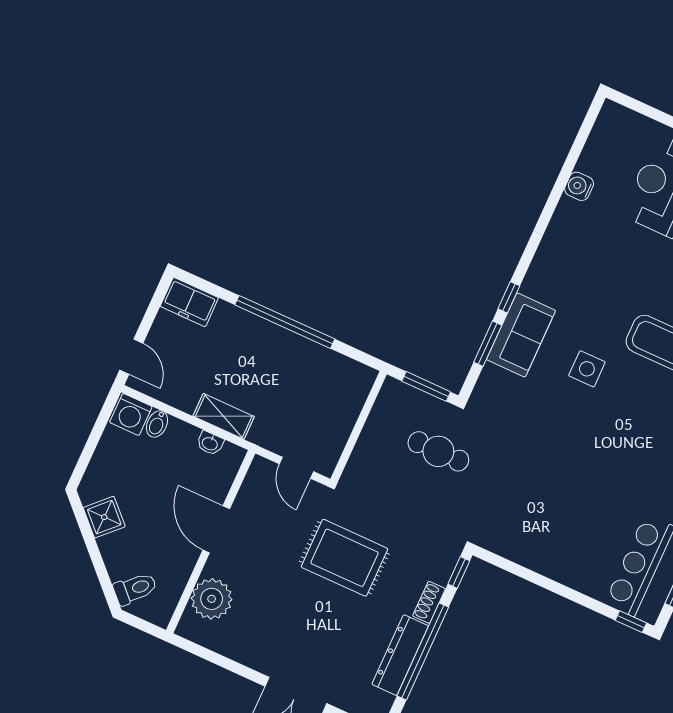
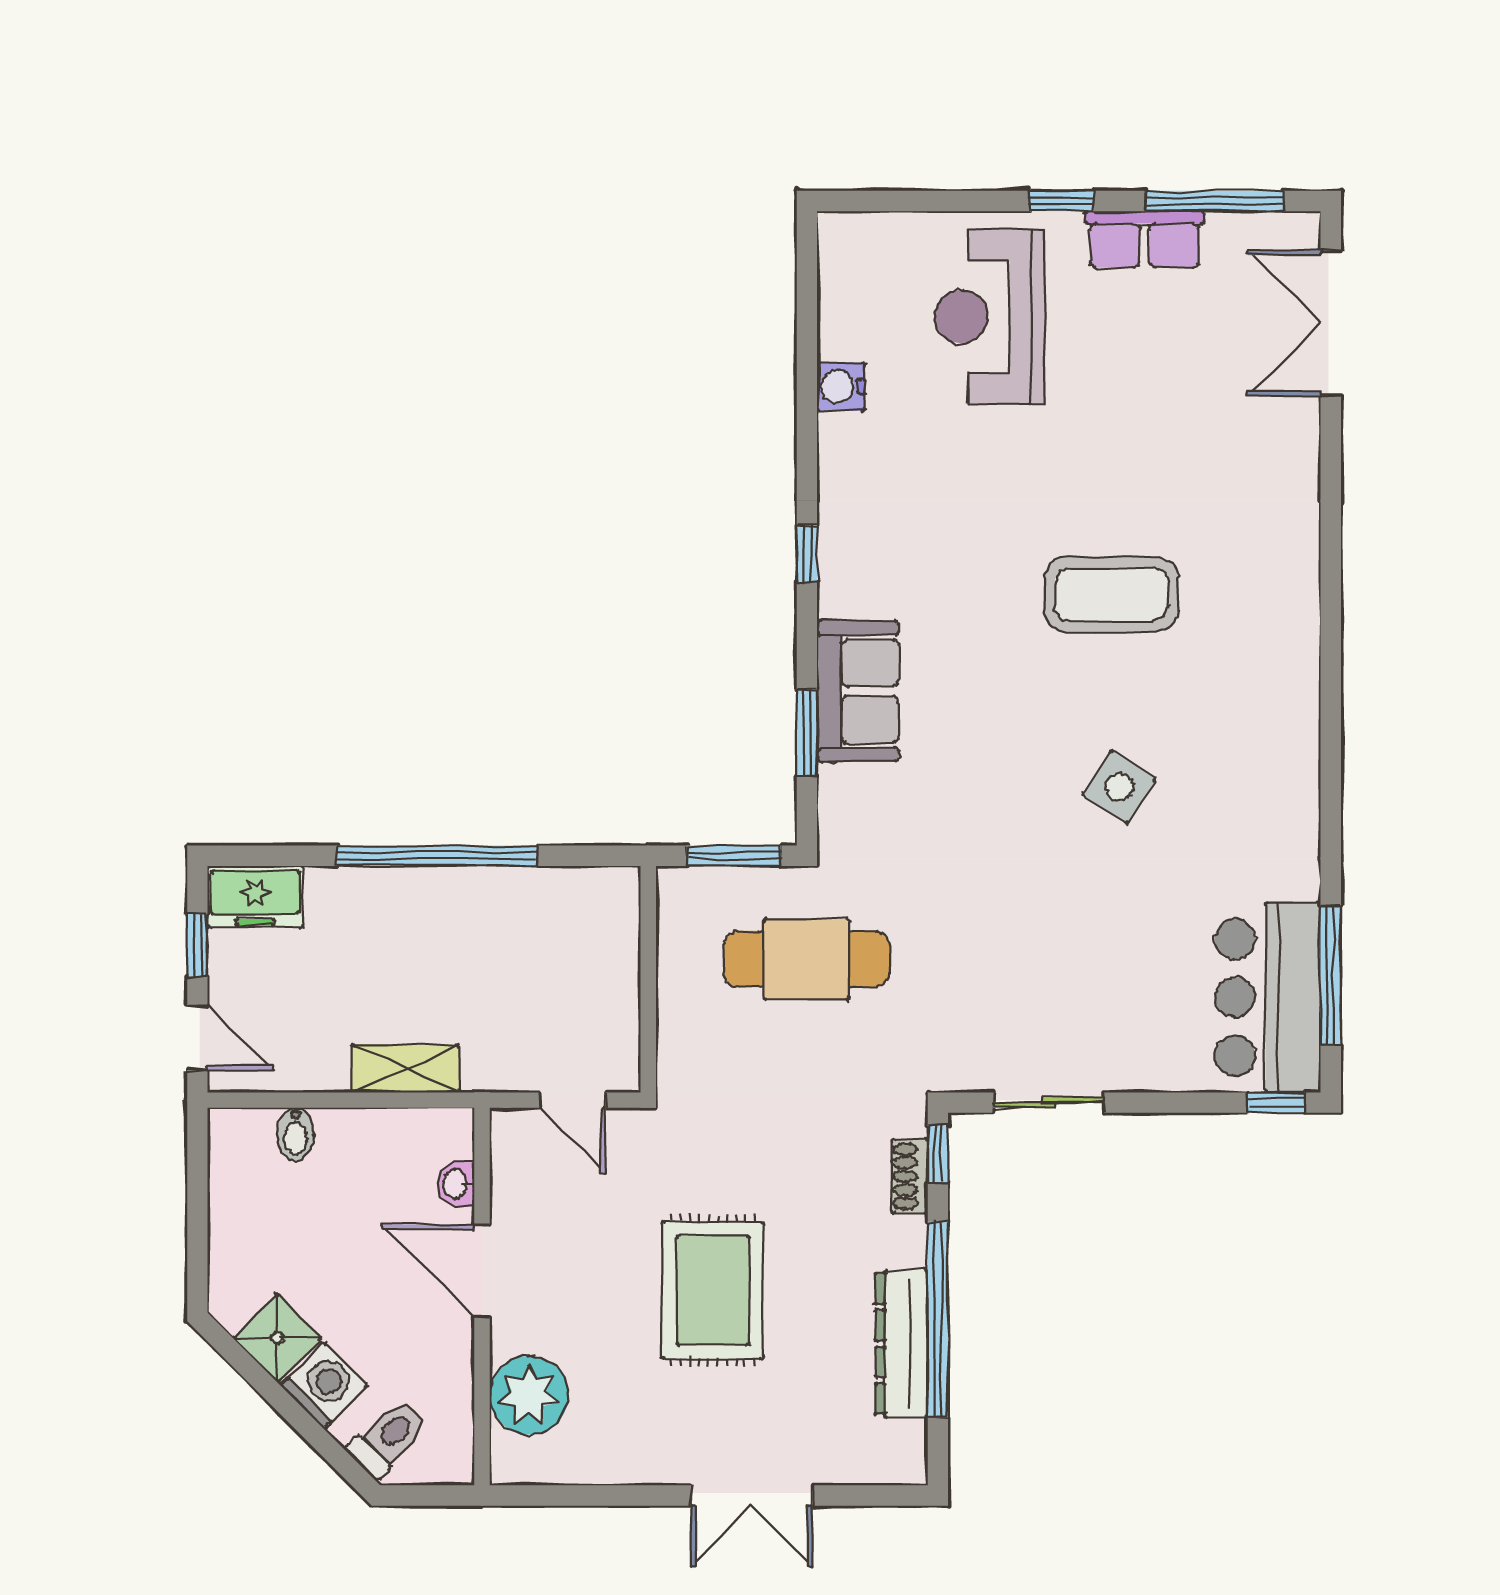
window: (509, 297) -> (807, 554), moved
window: (151, 313) -> (197, 945), added
side table: (587, 369) -> (1119, 787), moved, turned 33
washing machine: (131, 414) -> (324, 1386), moved, turned -135
washbasin: (210, 443) -> (456, 1184), moved, turned 90
cafe table: (438, 451) -> (806, 959), width x1.37, depth x1.35
rug: (344, 558) -> (713, 1290), moved, turned 90
sliding door: (523, 572) -> (1049, 1103), added
shoe rack: (429, 602) -> (910, 1176), moved

